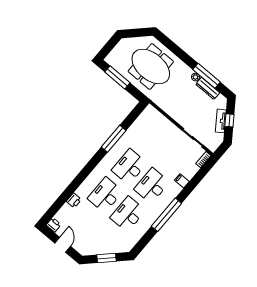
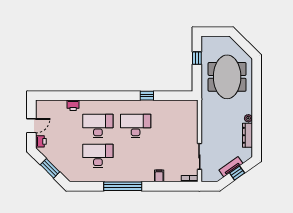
window: (207, 76) -> (257, 126), removed
window: (117, 77) -> (197, 58), width x0.46
window: (114, 139) -> (147, 96), width x0.46
desk: (152, 186) -> (136, 156), removed
printer: (54, 225) -> (41, 141), moved

